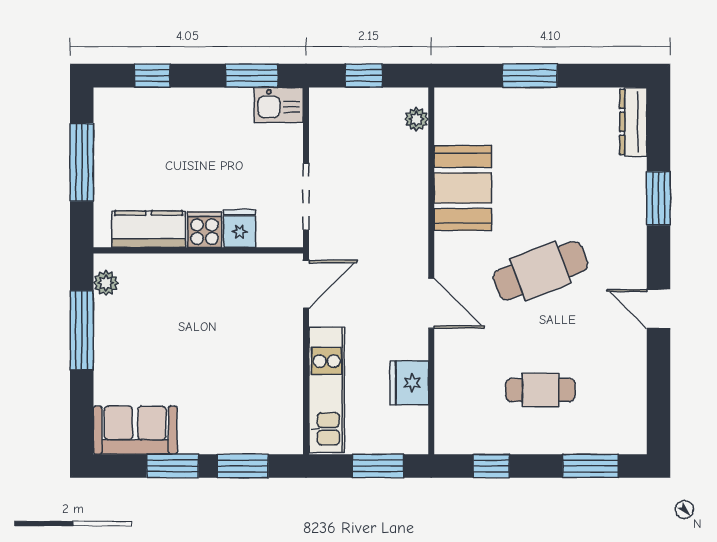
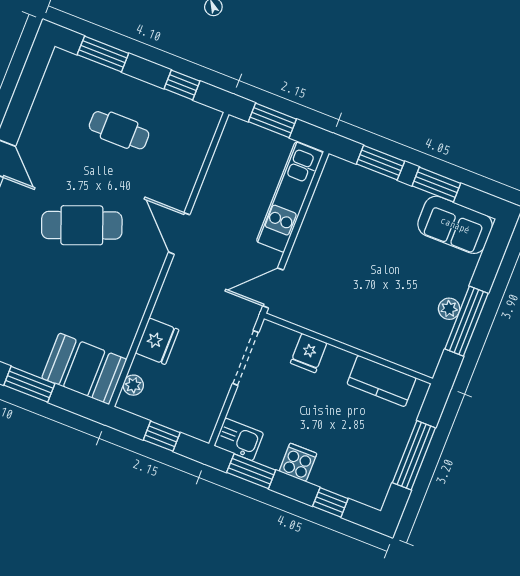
booth: (463, 188) -> (84, 369), moved, turned 90
cooker: (204, 230) -> (298, 462), moved, turned 180
plant: (106, 283) -> (449, 309), moved
fridge: (409, 383) -> (157, 341), moved

